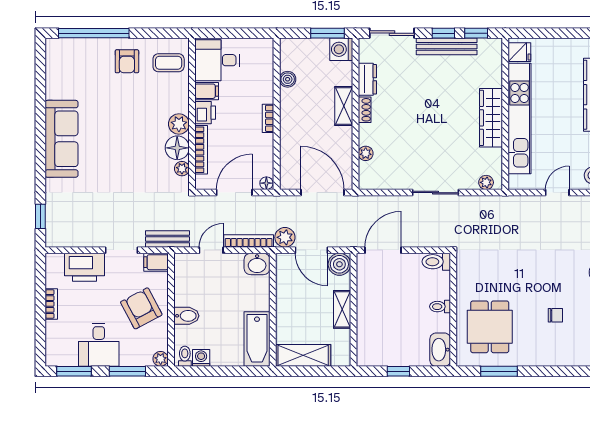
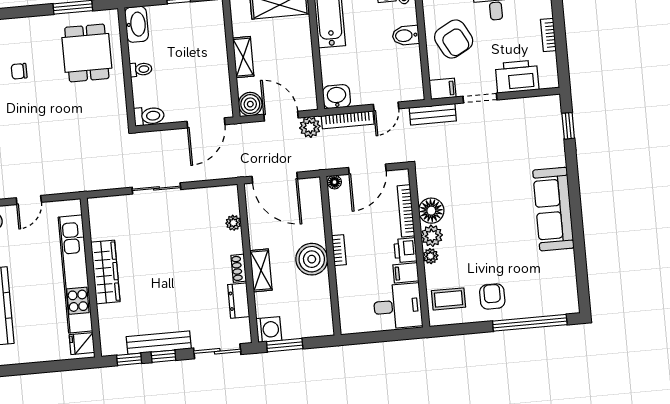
boiler: (288, 79) -> (312, 259), moved, width x1.86, depth x1.86
plant: (182, 169) -> (430, 256), moved
plant: (486, 182) -> (104, 204), removed

